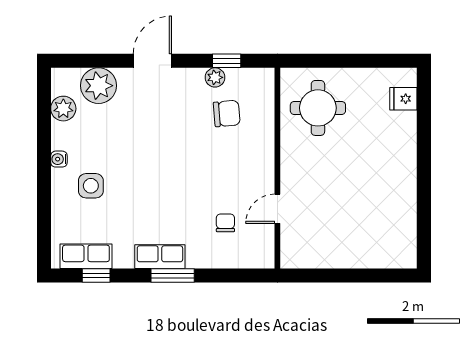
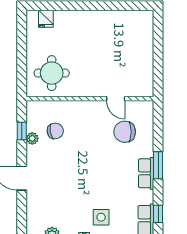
plant: (98, 86) -> (37, 212), removed
chair: (227, 114) -> (55, 131), turned 84
chair: (225, 223) -> (125, 132), width x1.87, depth x1.87

